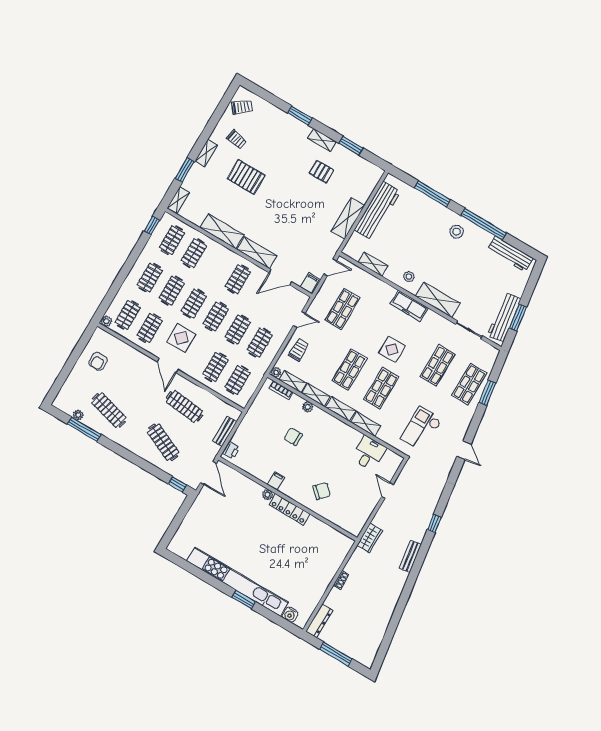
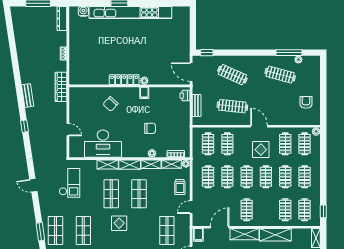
desk: (369, 453) -> (103, 144), width x1.87, depth x1.30
wardrobe: (370, 538) -> (61, 87), width x1.50

